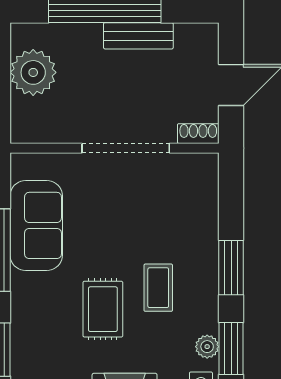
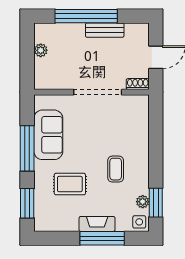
plant: (33, 72) -> (41, 50), width x0.53, depth x0.53
window: (231, 268) -> (156, 158), removed
rug: (103, 309) -> (70, 184), moved, turned 90

